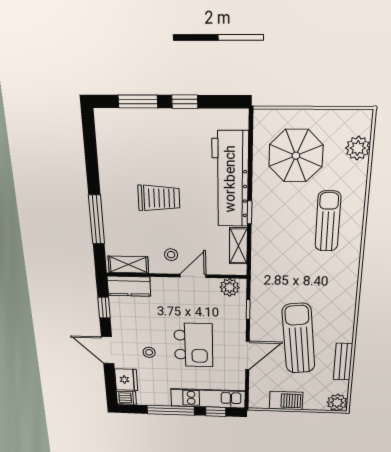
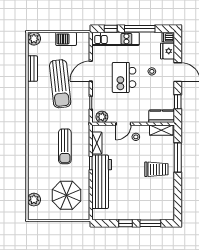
trolley: (159, 198) -> (156, 169), moved, turned 180
sun lounger: (328, 221) -> (65, 146), moved

